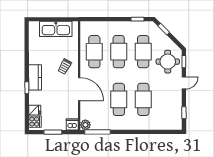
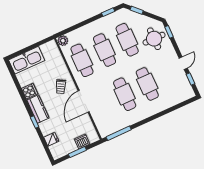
kitchen sink: (56, 29) -> (27, 60), moved
door: (184, 83) -> (183, 63), moved
door: (79, 89) -> (84, 101), swing flipped
cooker: (35, 122) -> (30, 91), moved
dishwasher: (72, 124) -> (82, 141), moved
plant: (85, 125) -> (63, 41), moved

